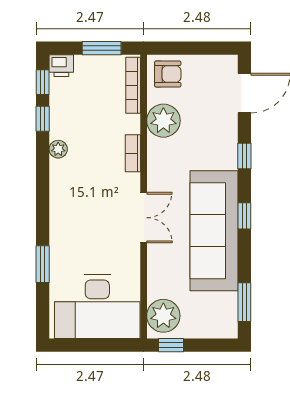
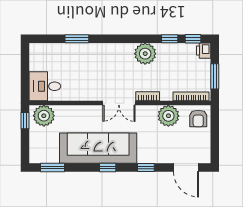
plant: (58, 149) -> (145, 54), width x1.88, depth x1.88
double door: (144, 218) -> (119, 103), moved
desk: (97, 307) -> (45, 86), width x0.53, depth x0.77

